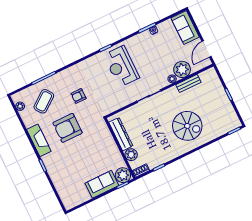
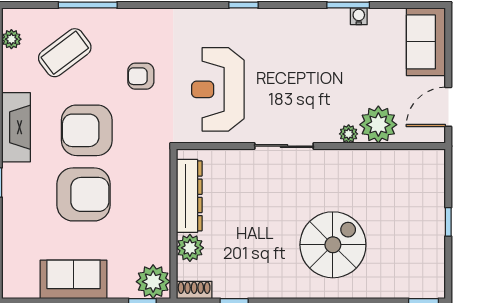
reception desk: (121, 66) -> (218, 89), moved
bench: (188, 83) -> (377, 159), removed
spiral stairs: (187, 126) -> (333, 245), turned -90
armchair: (79, 154) -> (83, 194), added
sofa: (102, 184) -> (73, 279), moved

